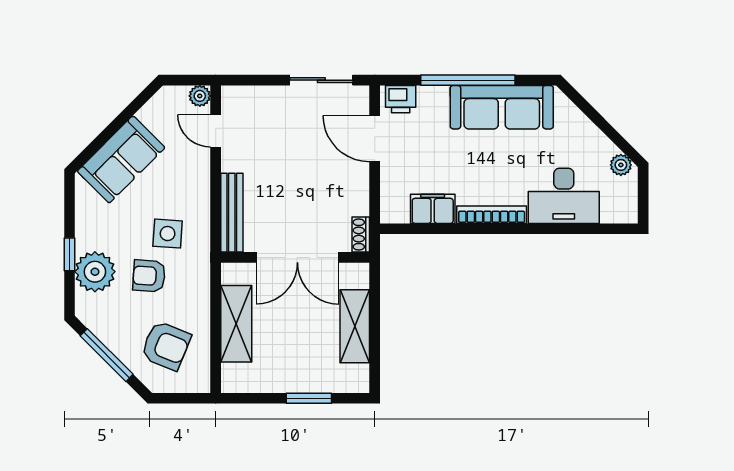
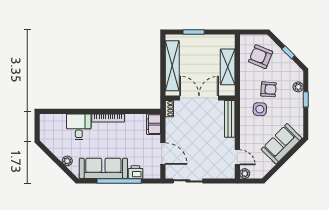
printer: (401, 99) -> (135, 172), moved
plant: (621, 165) -> (67, 161), moved
desk: (564, 196) -> (79, 127), width x0.73
filing cabinet: (433, 209) -> (154, 124), moved, turned 90
plant: (95, 272) -> (298, 87), width x0.53, depth x0.53
shelving: (355, 326) -> (172, 66), width x1.47
window: (107, 355) -> (288, 52), width x0.46

